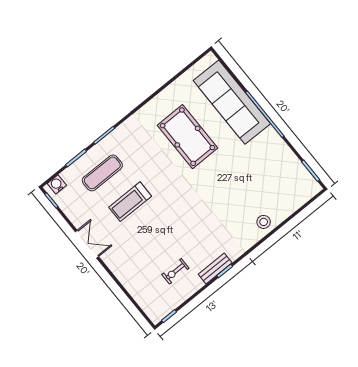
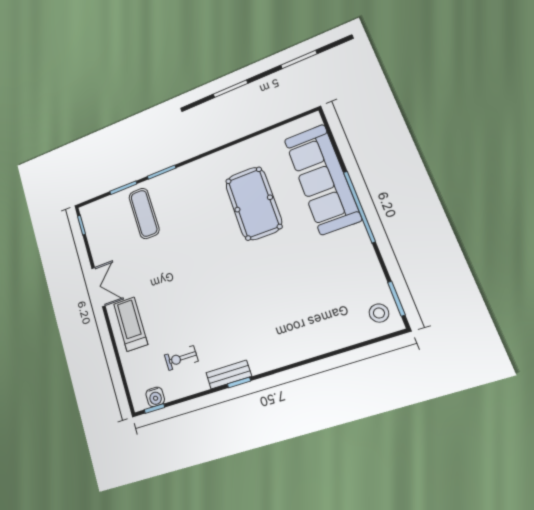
exercise mat: (102, 173) -> (144, 213), turned 90
water cooler: (57, 184) -> (155, 397), moved, turned 180
treadmill: (130, 202) -> (131, 324), moved, turned 90
stool: (264, 222) -> (379, 313), moved

